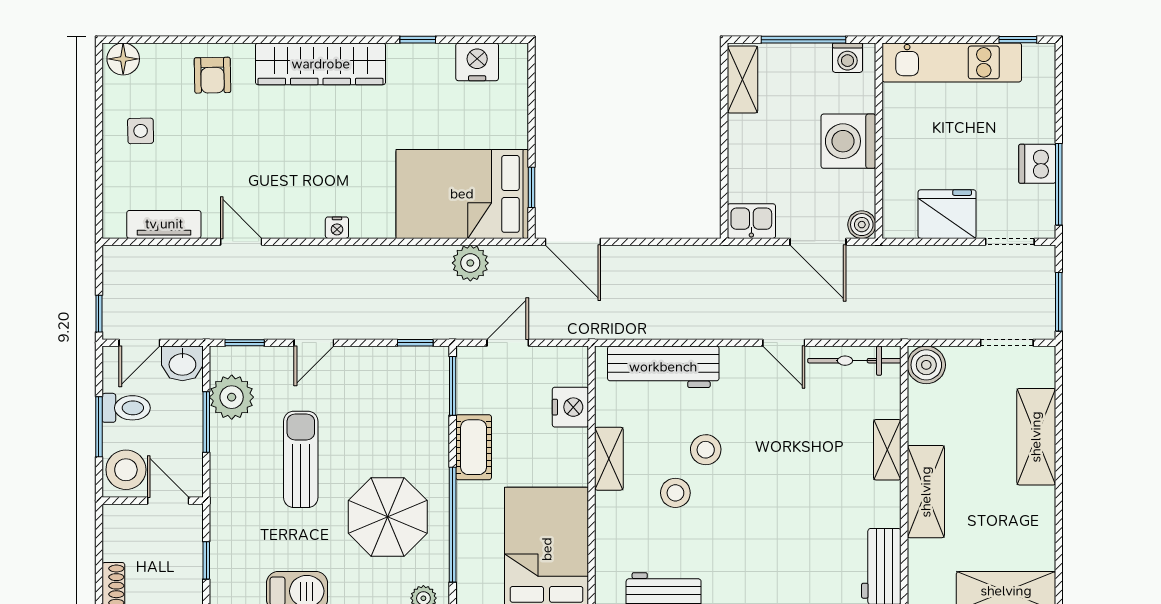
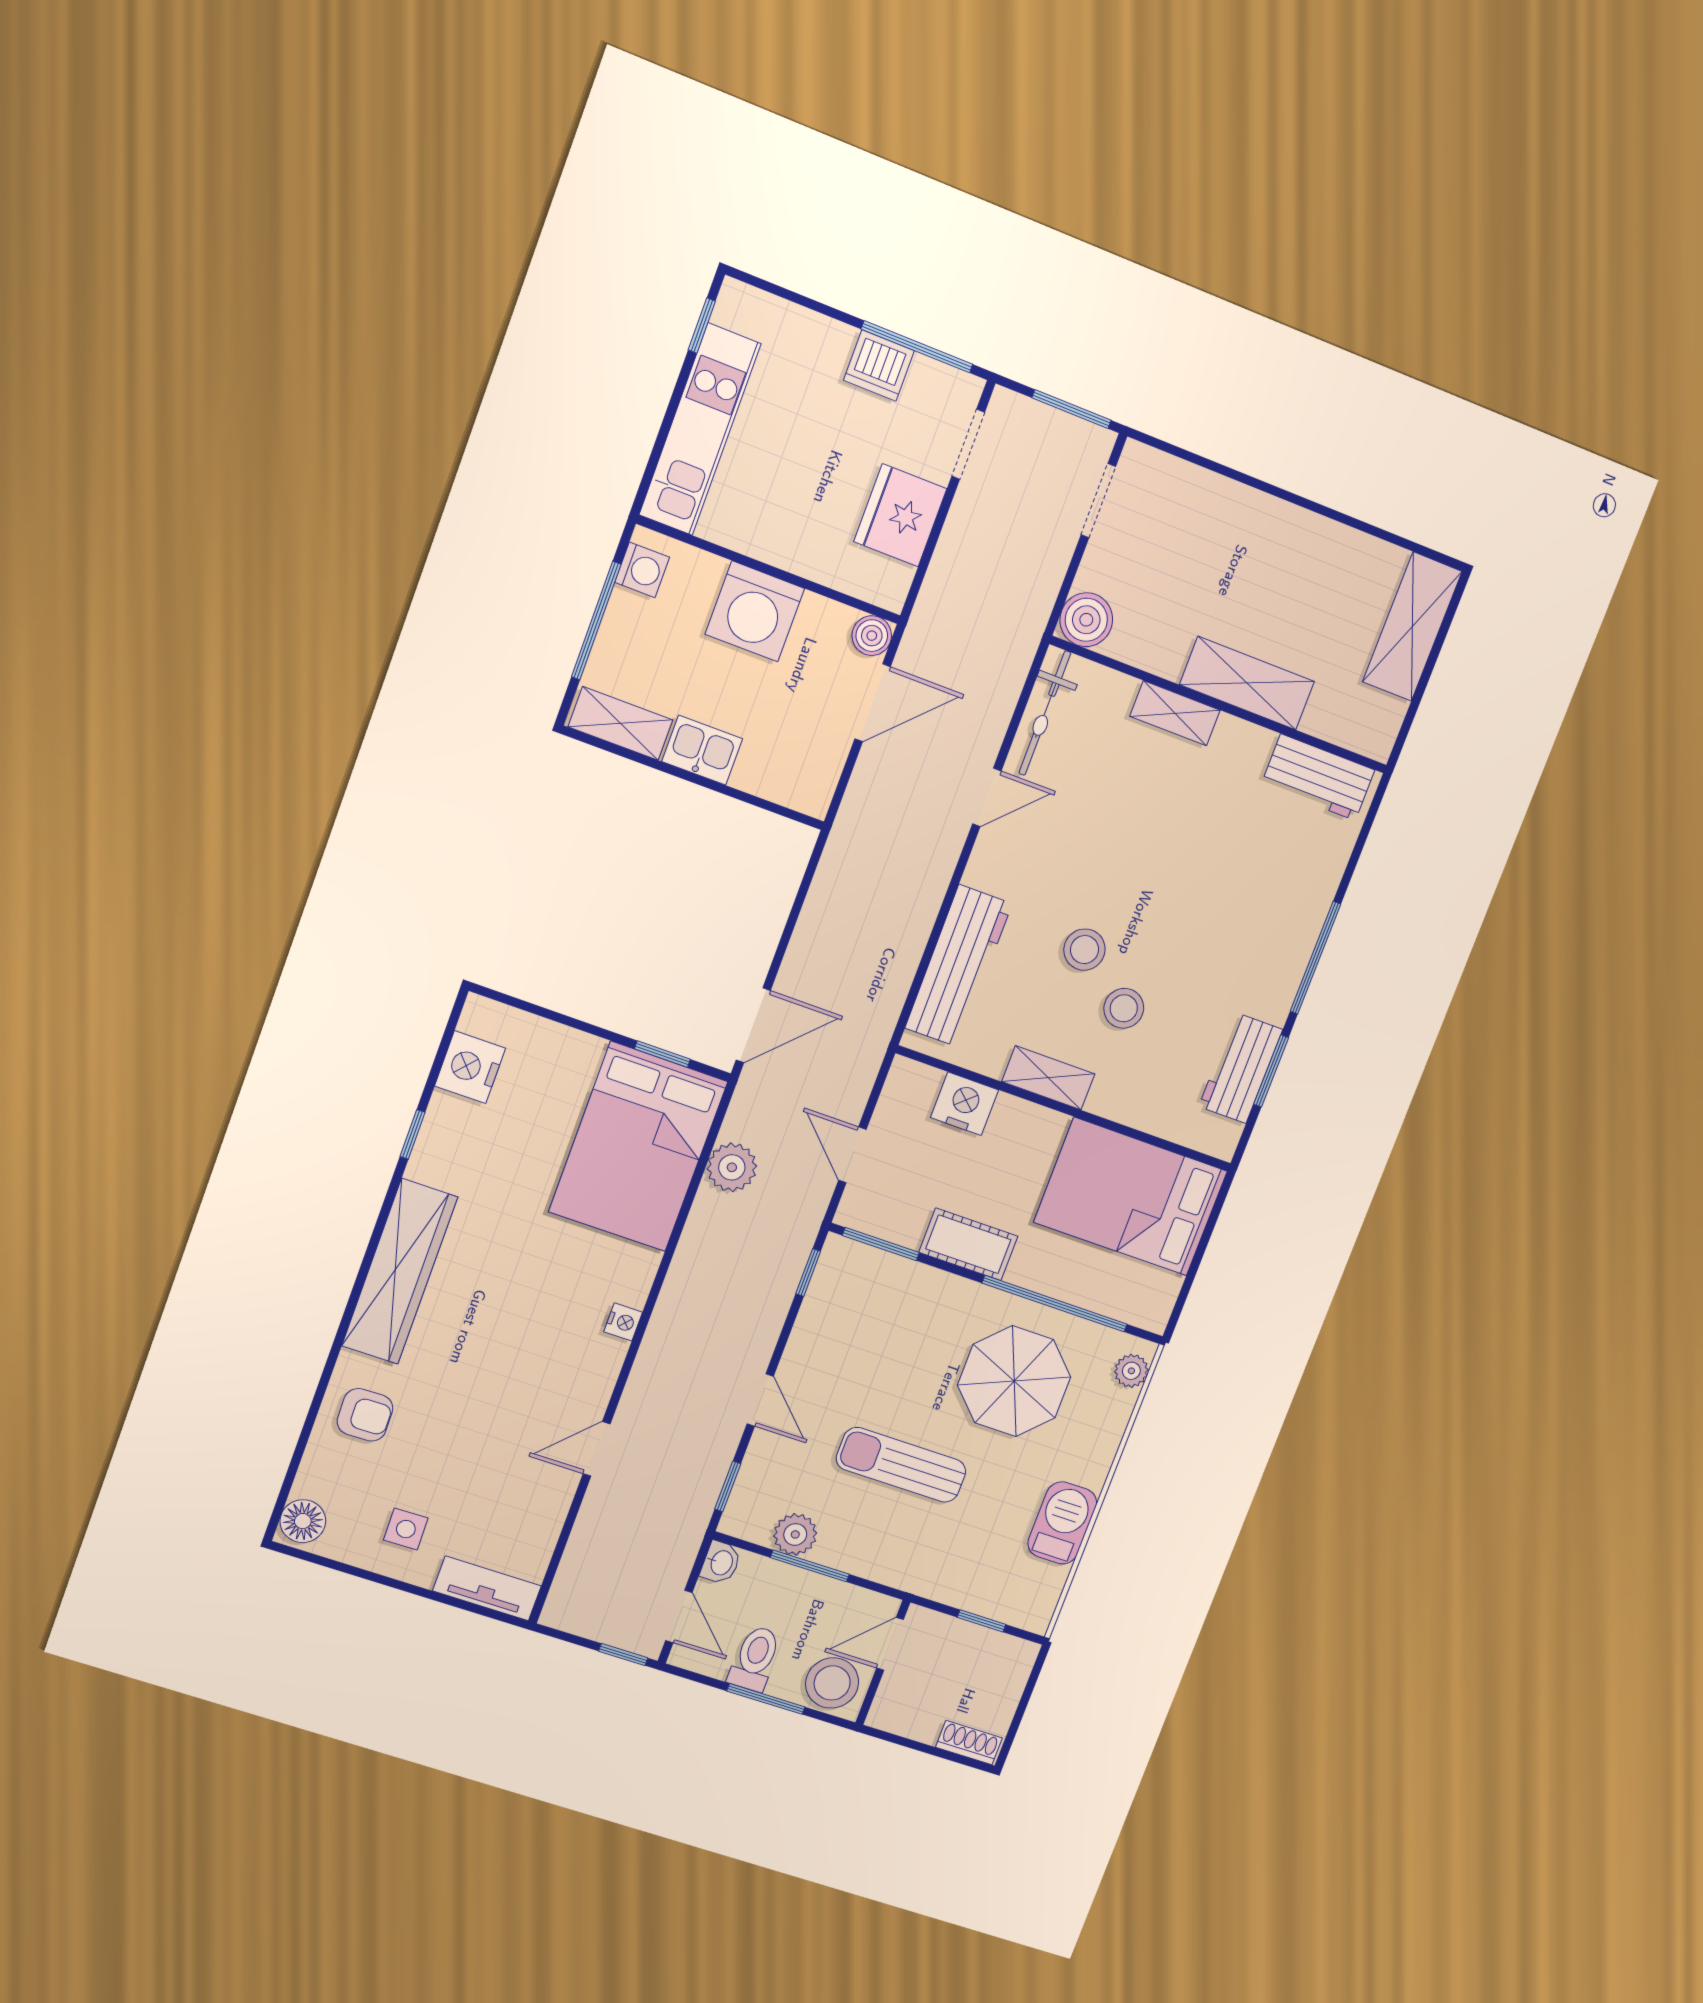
kitchen sink: (751, 221) -> (702, 750), moved, turned 90
tv unit: (164, 224) -> (487, 1588), moved, turned 90
washbasin: (182, 363) -> (721, 1563), width x0.72, depth x0.69
plant: (232, 397) -> (795, 1534), width x0.73, depth x0.73
shelving: (1036, 437) -> (1234, 509), removed

